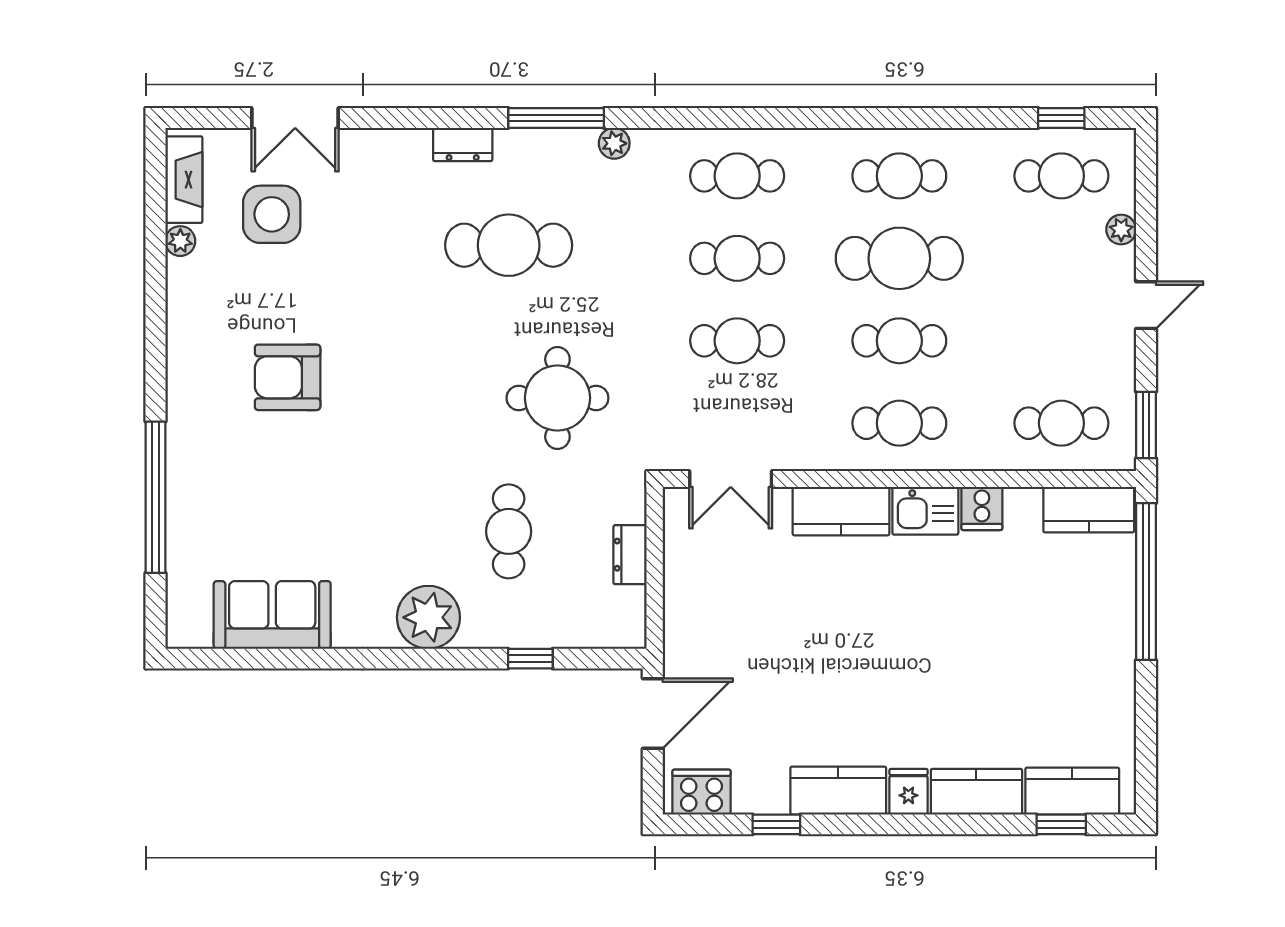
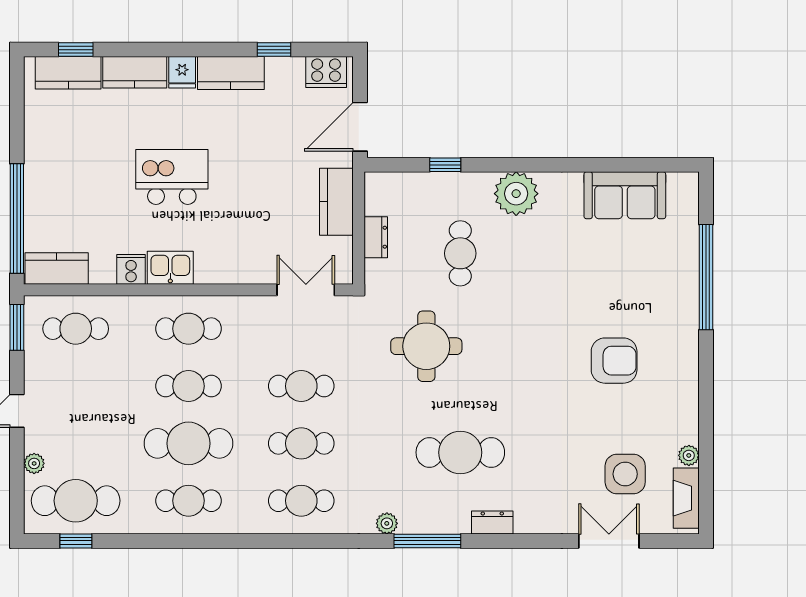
cafe table: (1061, 176) -> (76, 501), width x1.37, depth x1.35
kitchen counter: (841, 511) -> (336, 202), moved, turned -90
kitchen island: (923, 641) -> (172, 177), added

